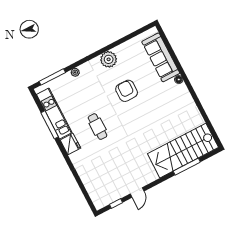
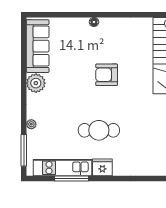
sofa: (161, 57) -> (38, 46), moved, turned -90
armchair: (127, 91) -> (107, 75), moved
cafe table: (98, 127) -> (99, 130), width x1.37, depth x1.35

